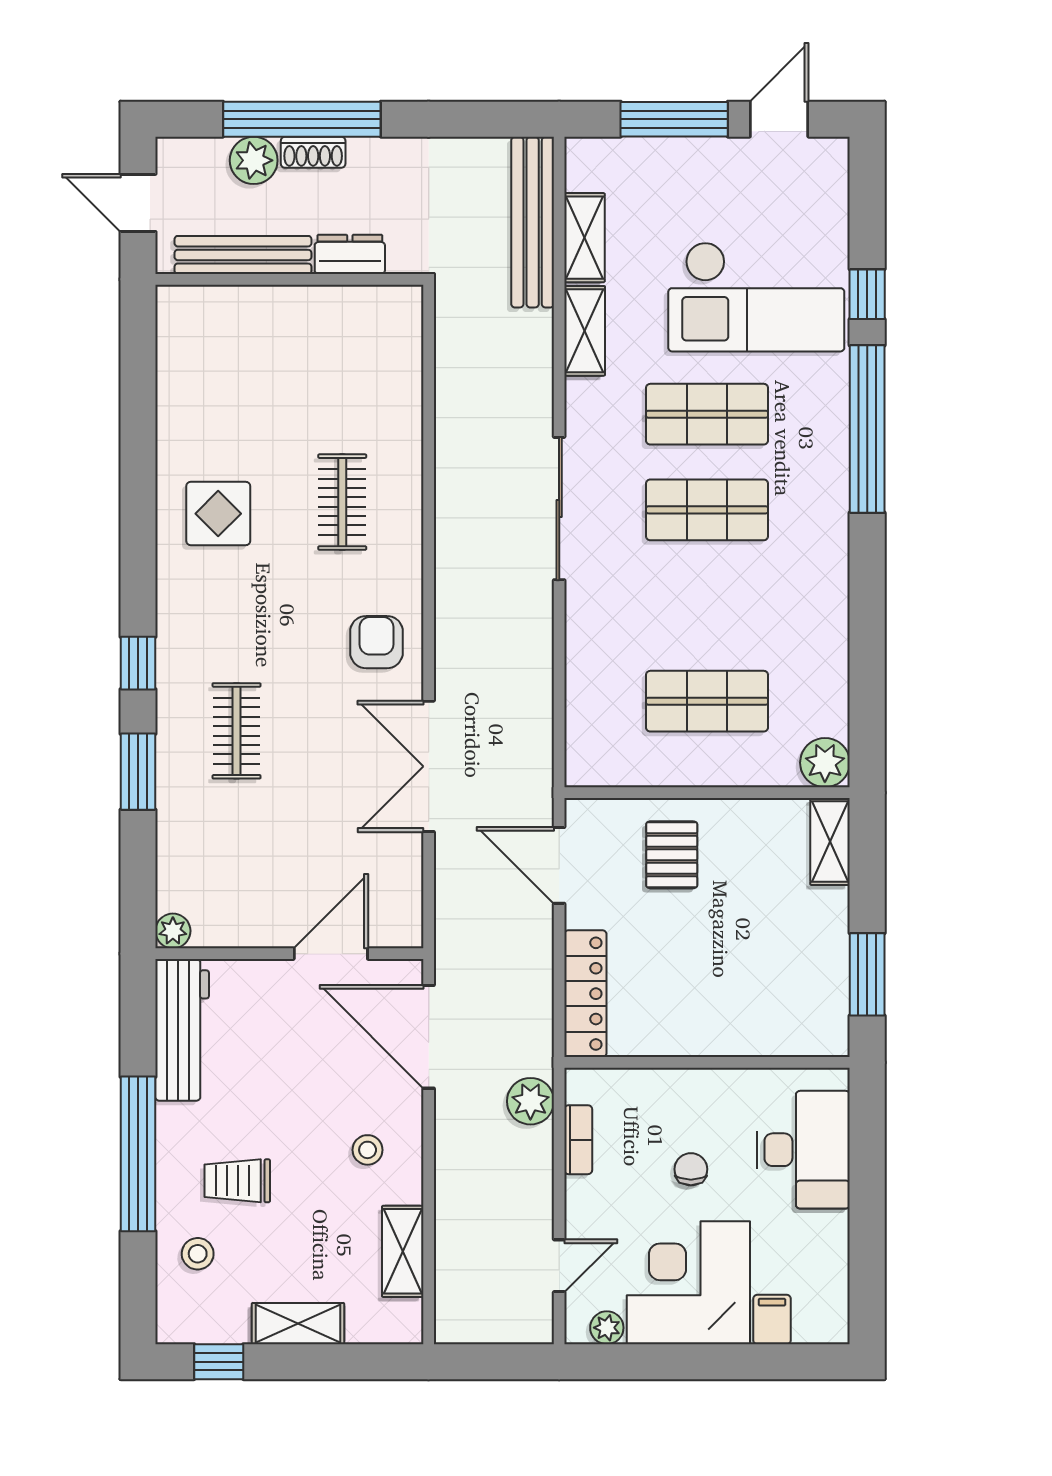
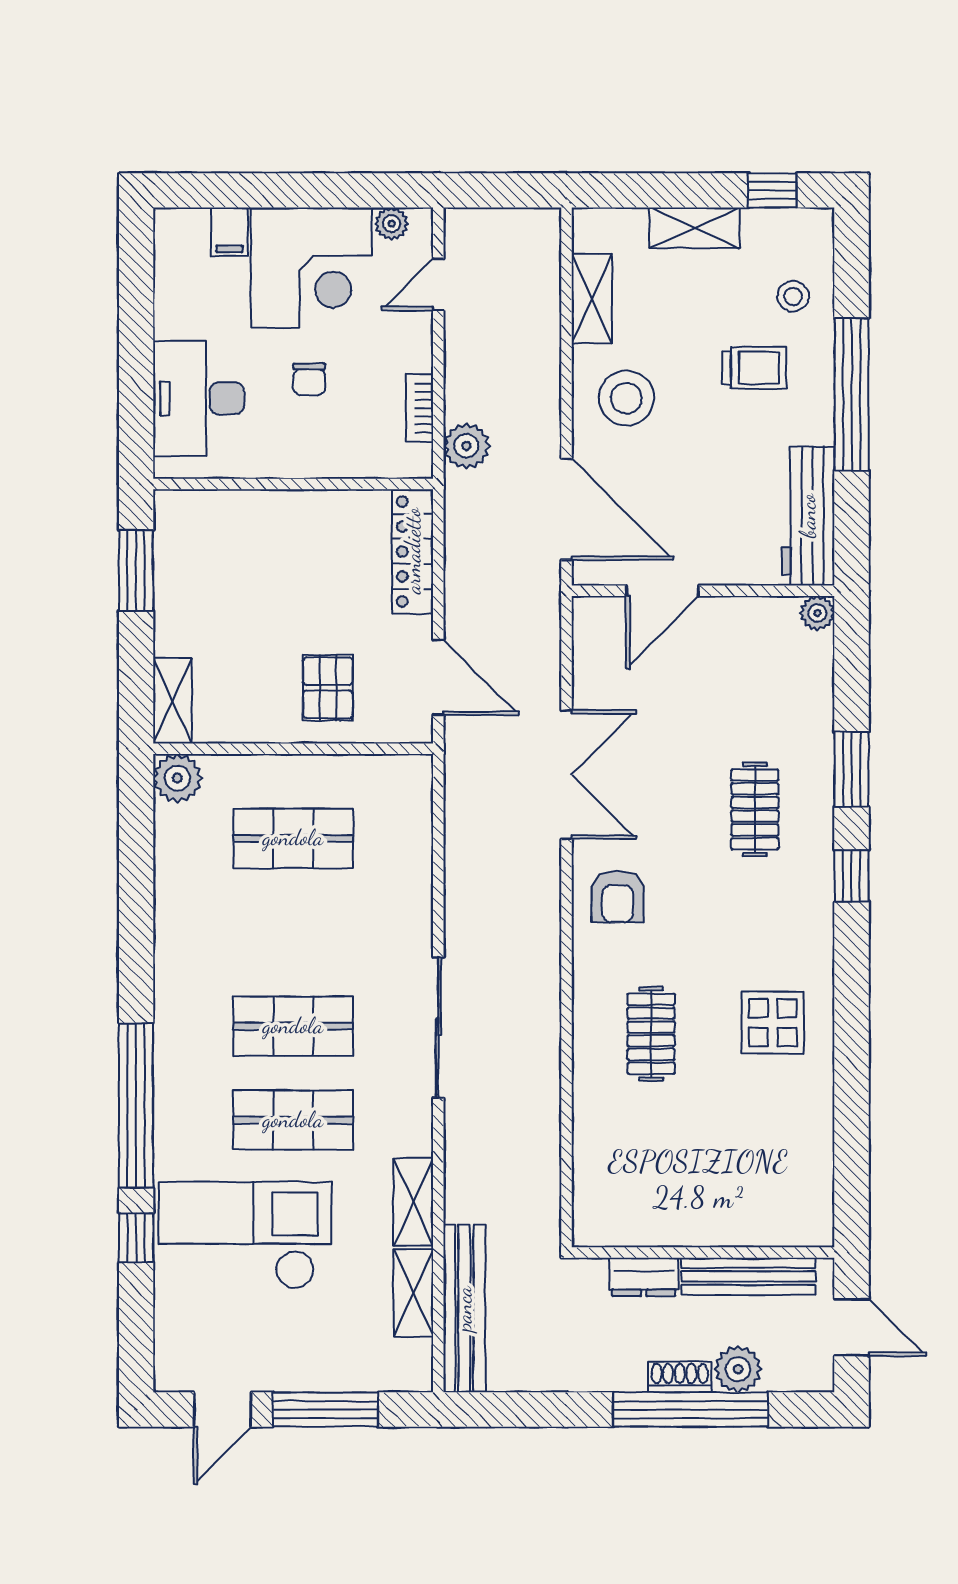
stool: (368, 1150) -> (626, 398), width x1.89, depth x1.89

